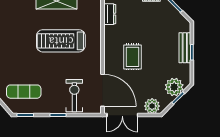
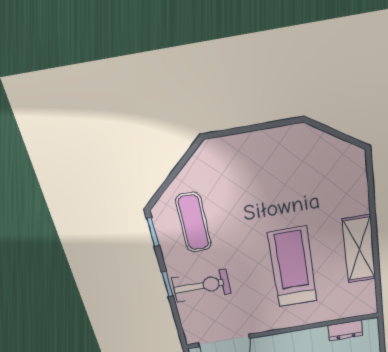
exercise bike: (74, 96) -> (201, 286), moved

